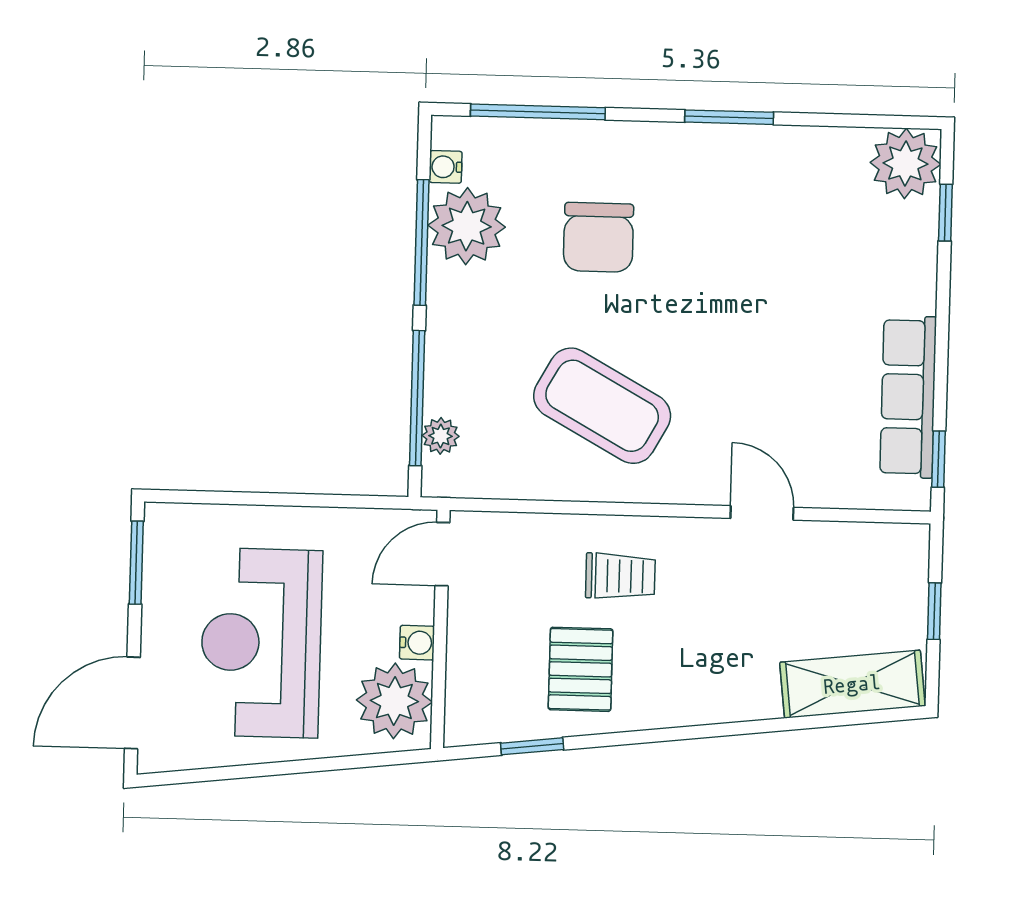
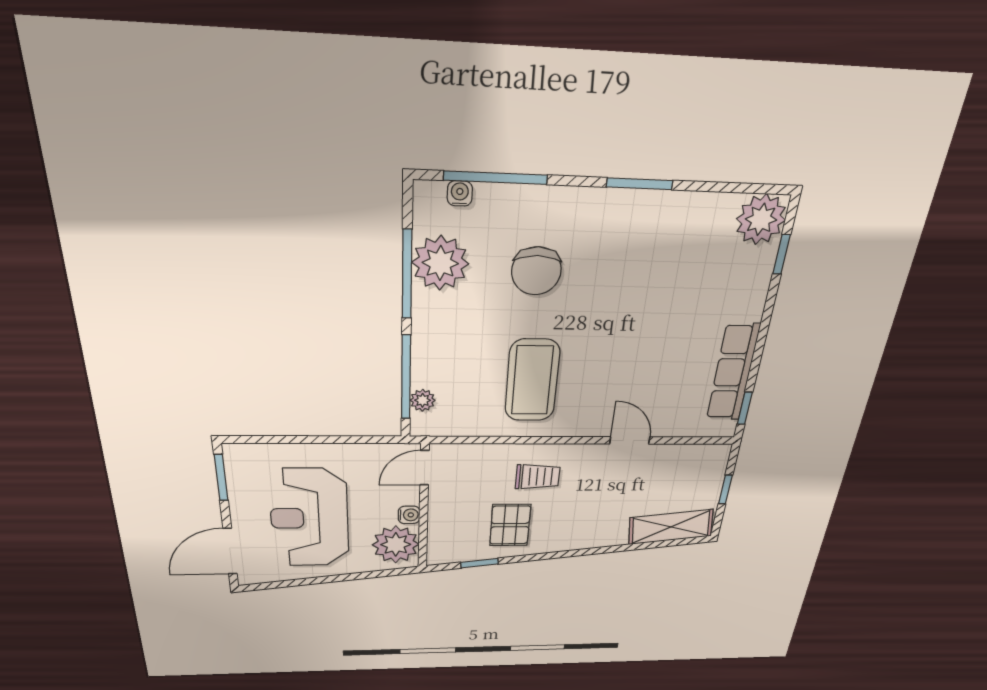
water cooler: (446, 167) -> (460, 193), moved, turned 90
coffee table: (602, 406) -> (532, 380), turned 61

